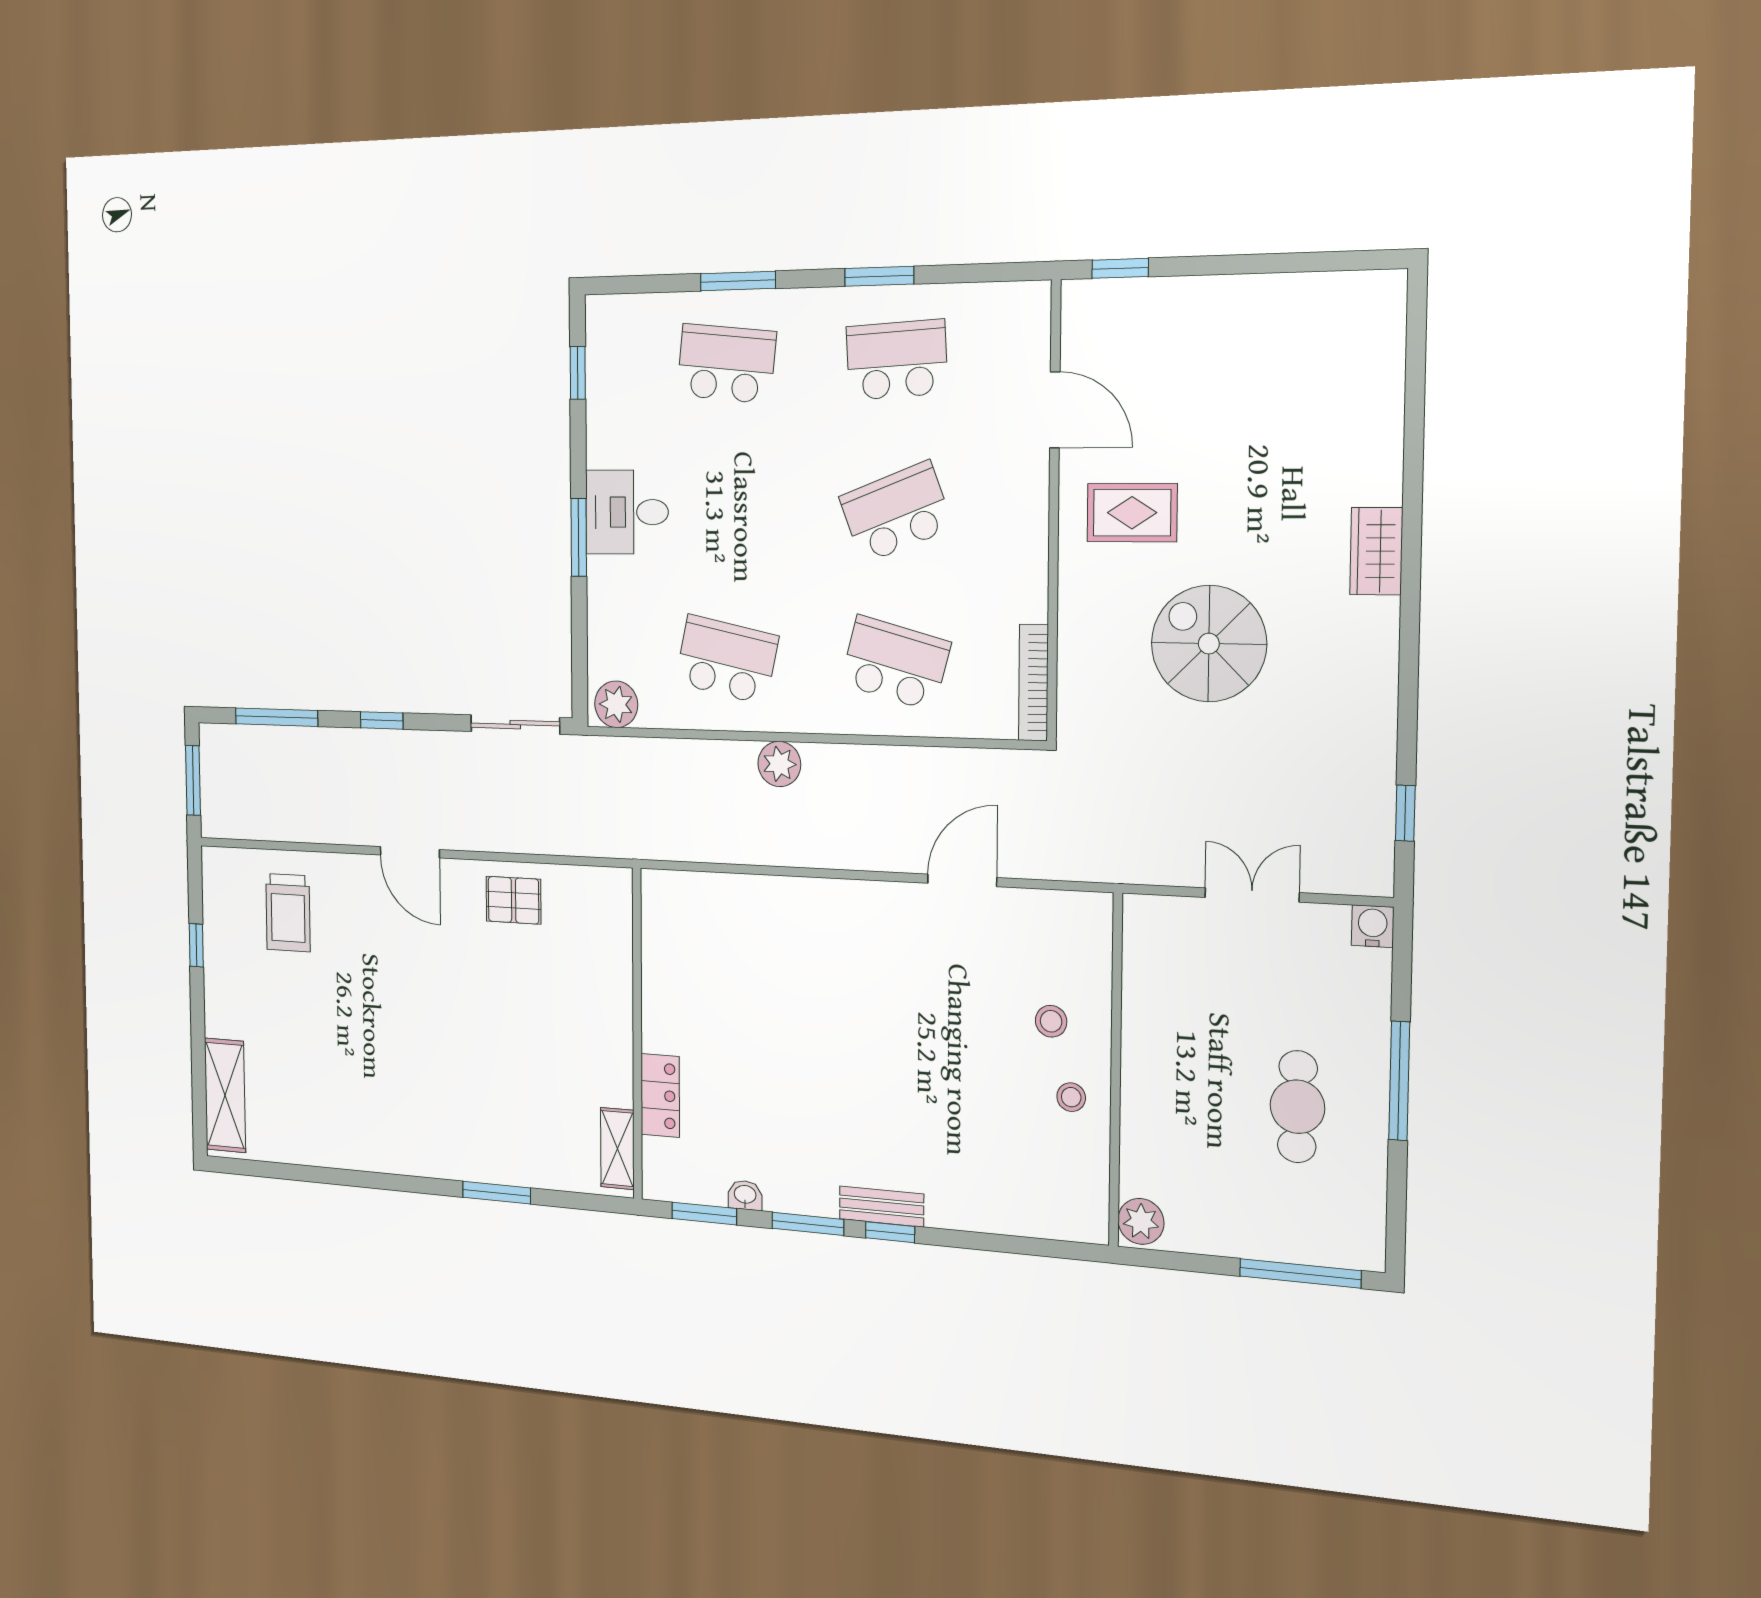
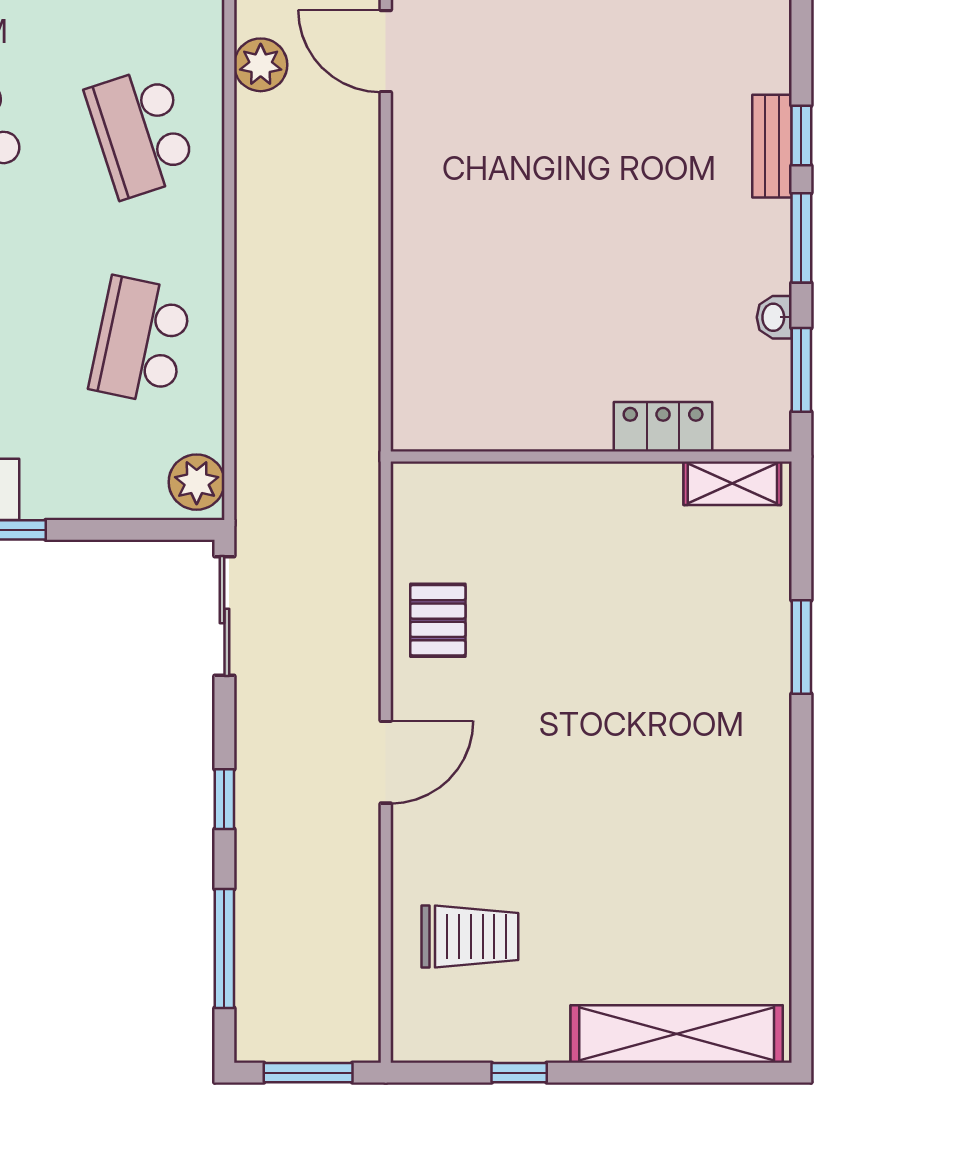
school desk: (895, 663) -> (141, 133), turned -33
plant: (779, 764) -> (261, 65), moved
shelving: (225, 1095) -> (677, 1034), width x1.47

